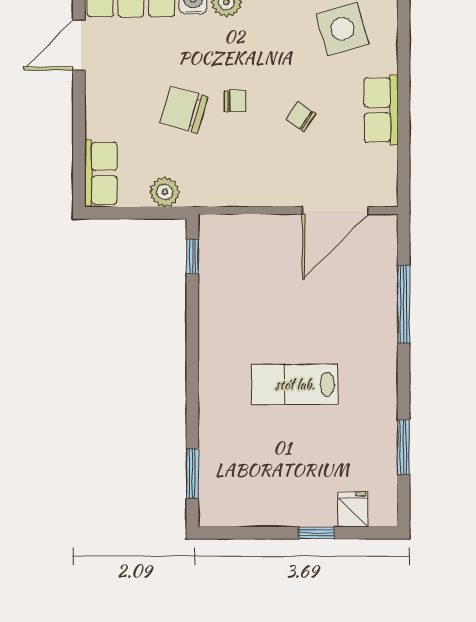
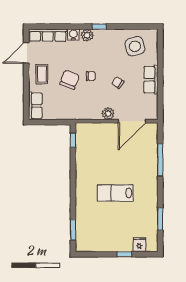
coffee table: (117, 96) -> (42, 74), added
chair: (184, 110) -> (70, 80), turned 95
plant: (165, 192) -> (108, 114), moved

